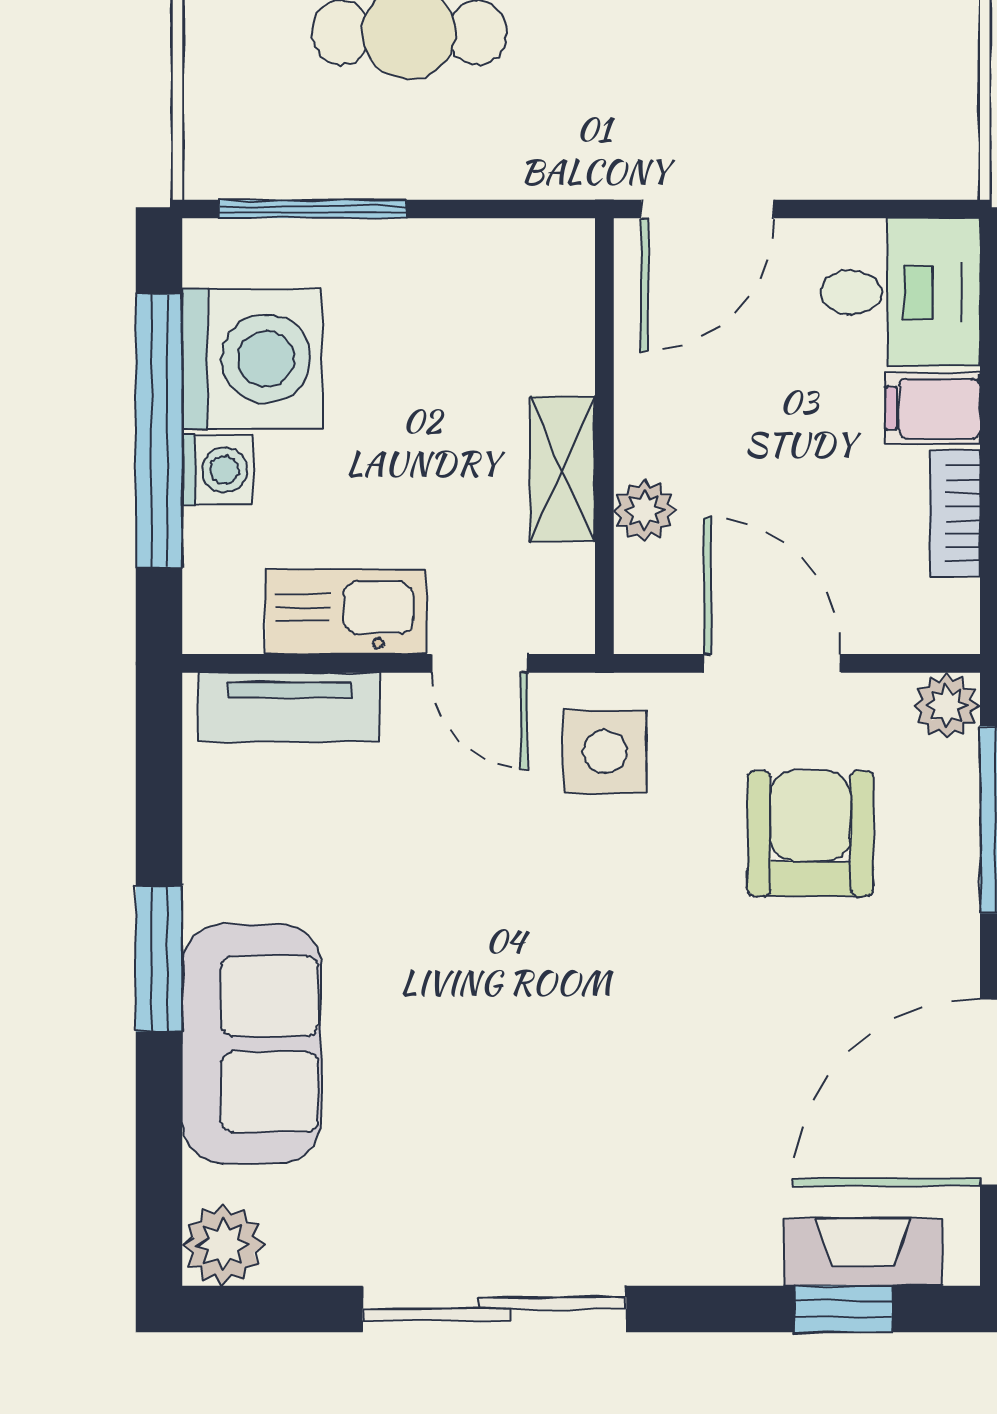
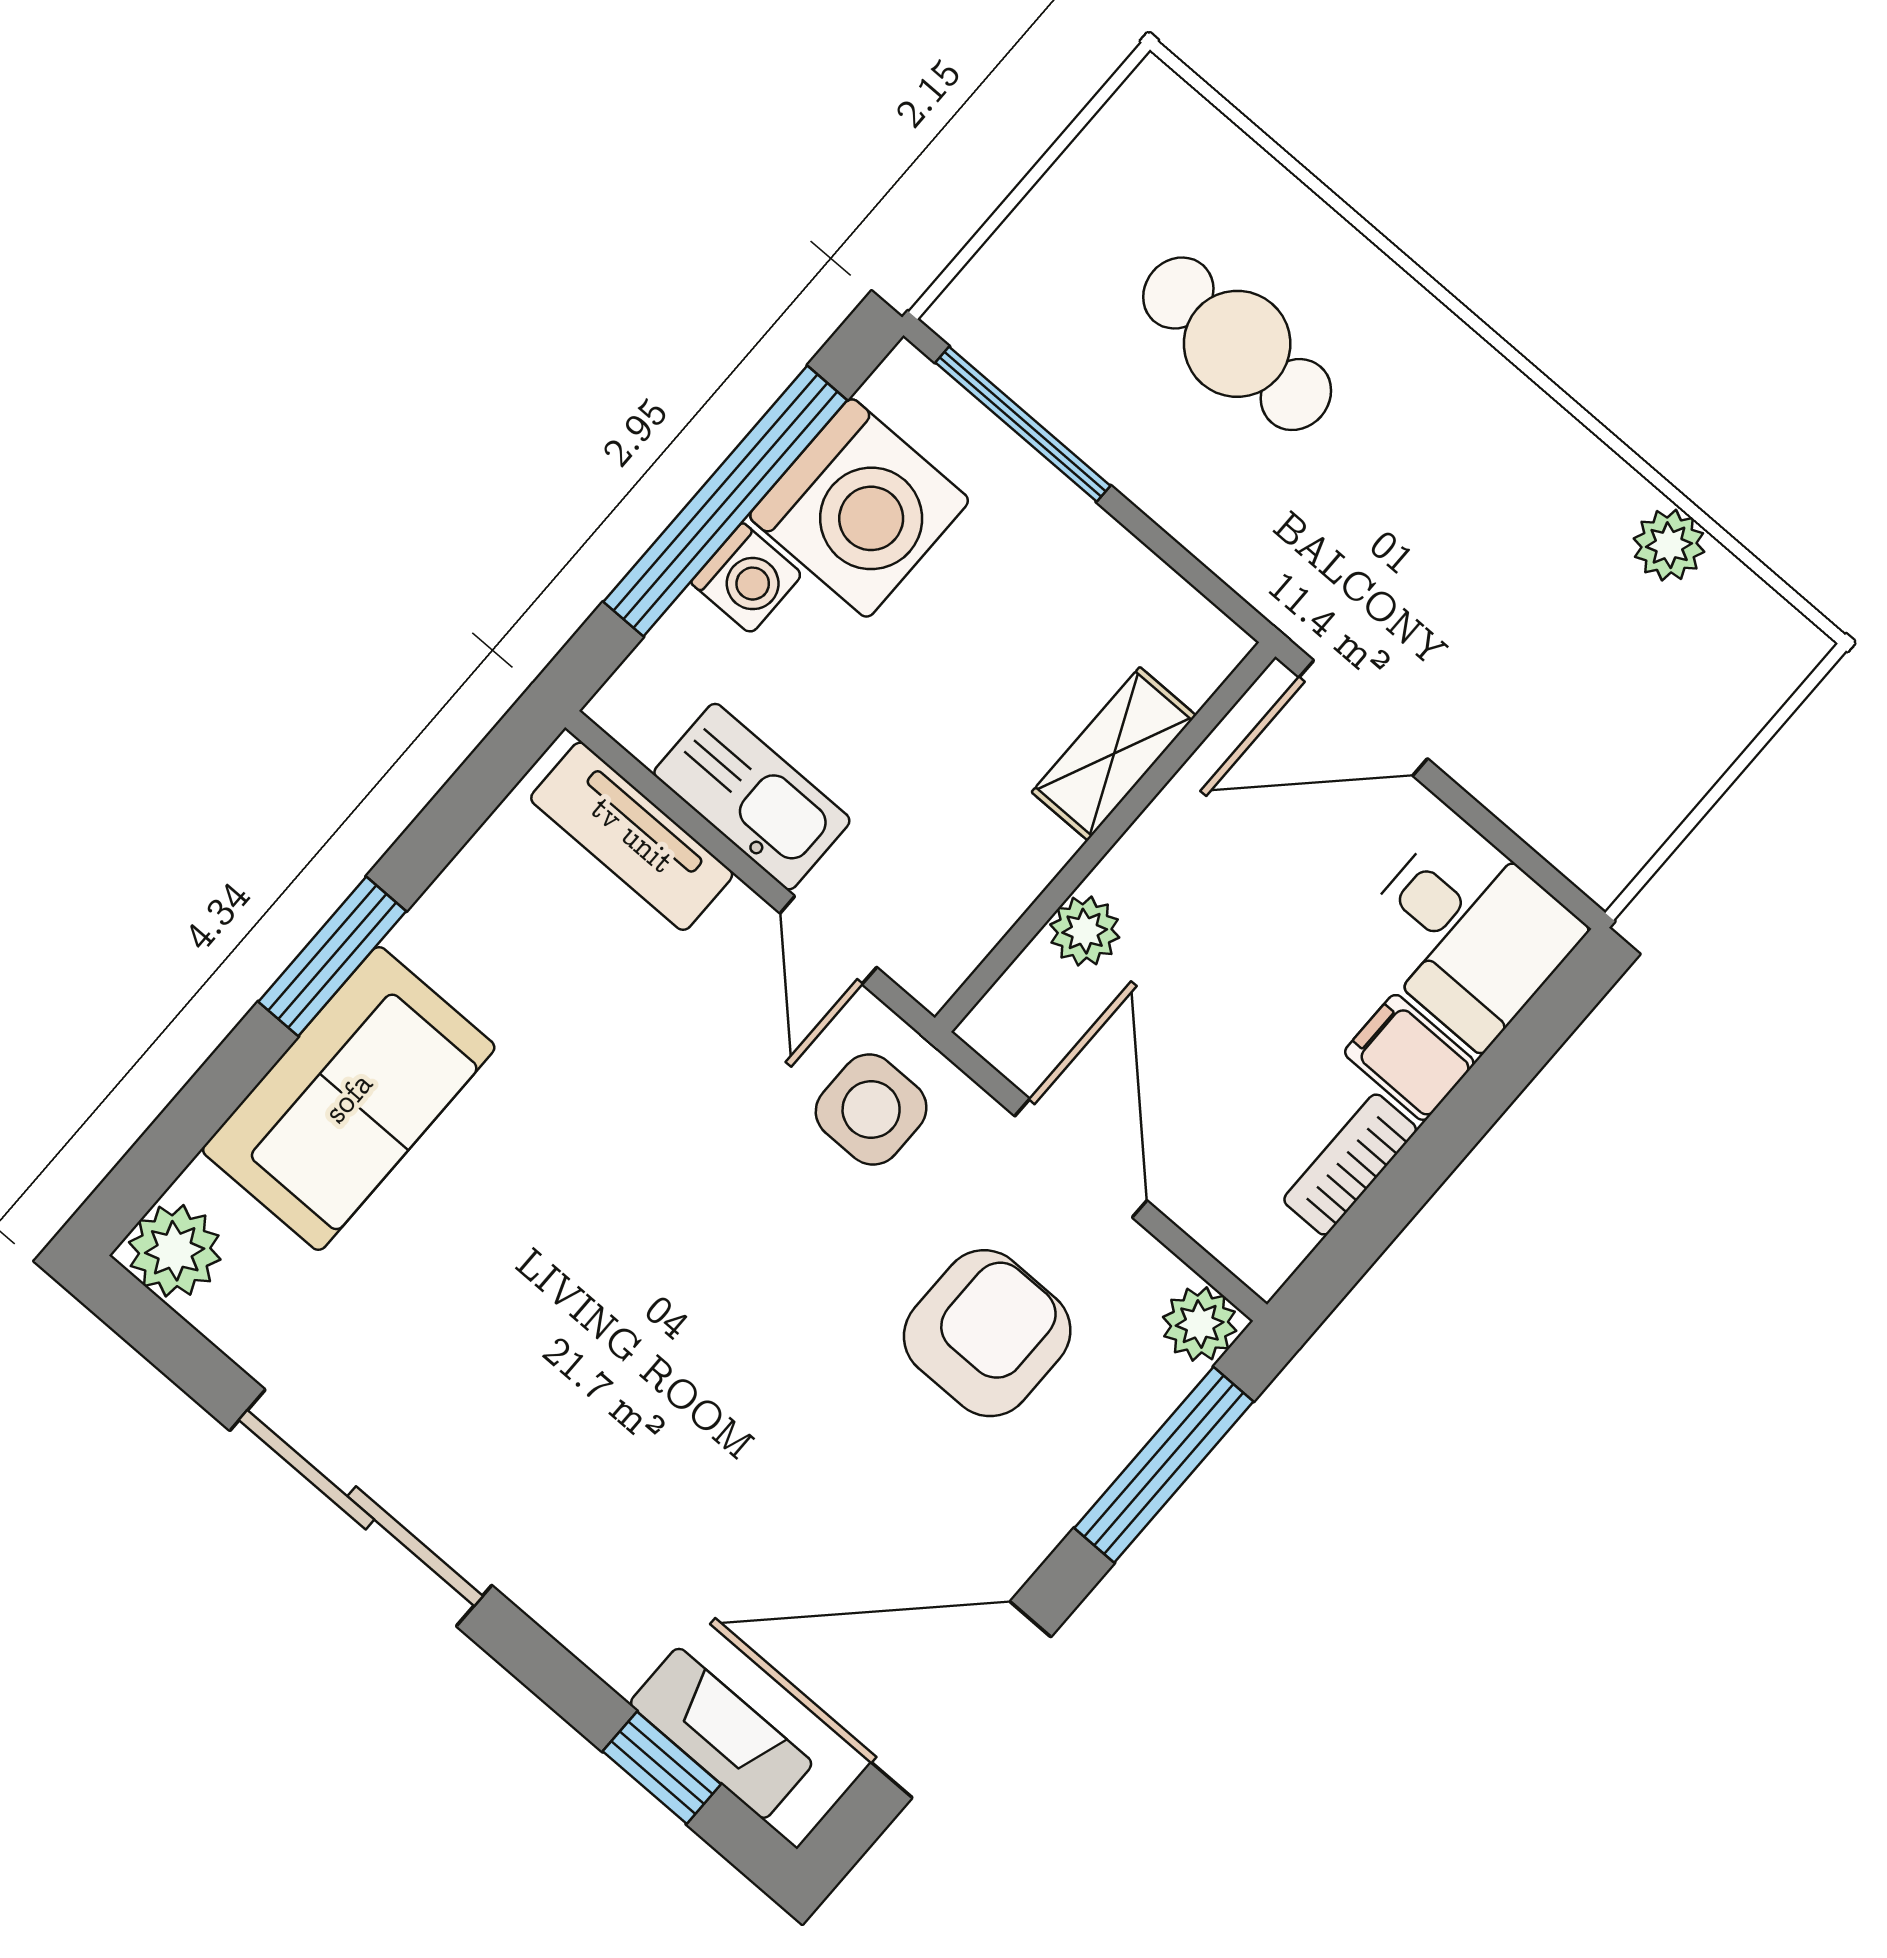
shelving: (562, 469) -> (1114, 754), moved

